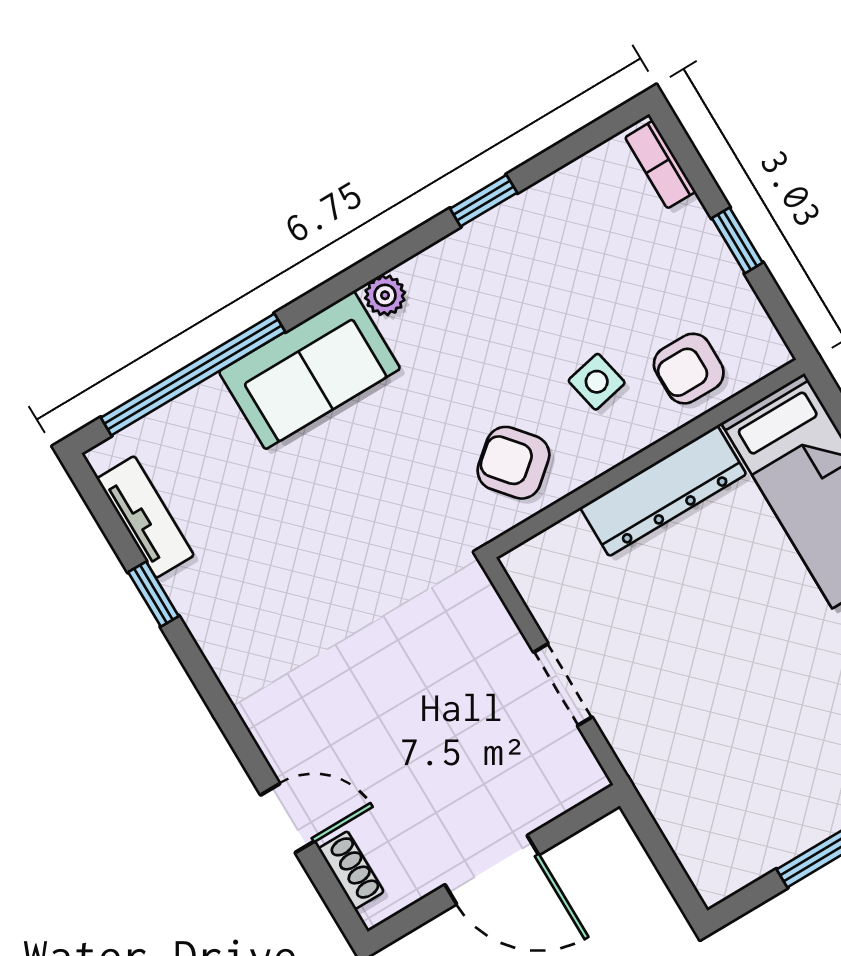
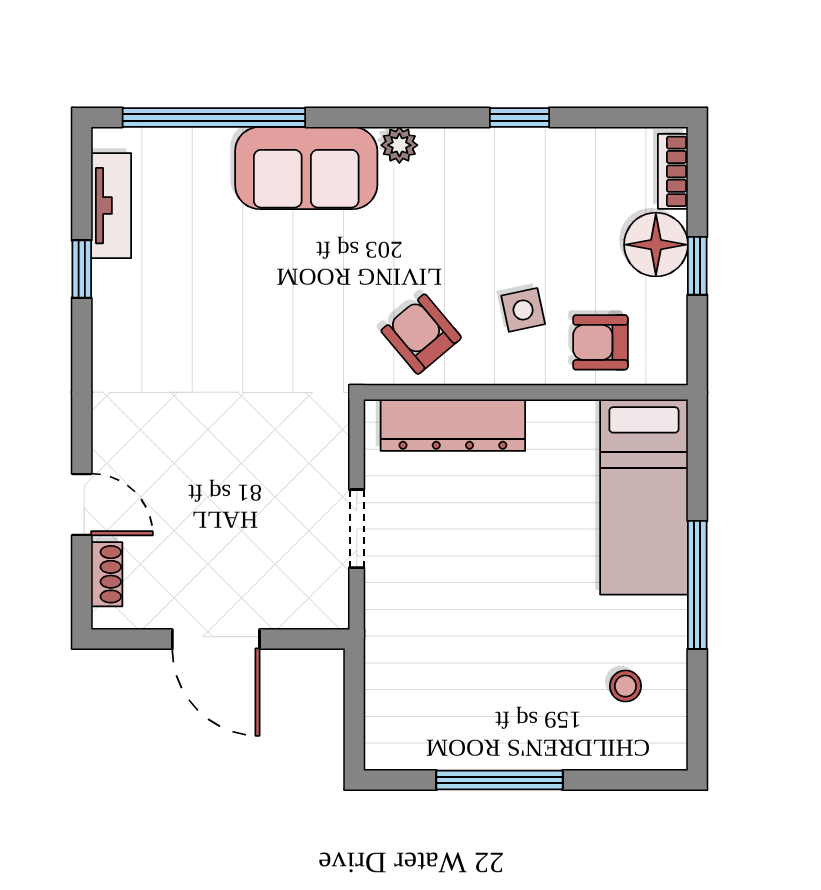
floor lamp: (686, 244) -> (656, 245), added
dresser: (663, 491) -> (453, 425), moved

